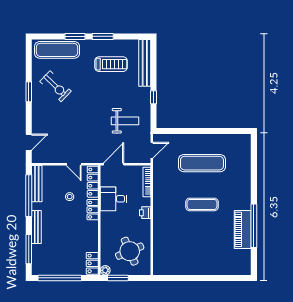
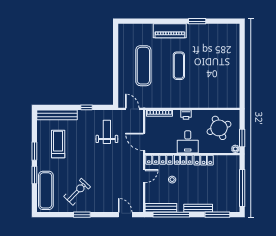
desk: (113, 199) -> (188, 142), moved
window: (254, 226) -> (197, 21), width x0.47
piano: (243, 229) -> (170, 31), moved
locker: (92, 263) -> (204, 160), moved

